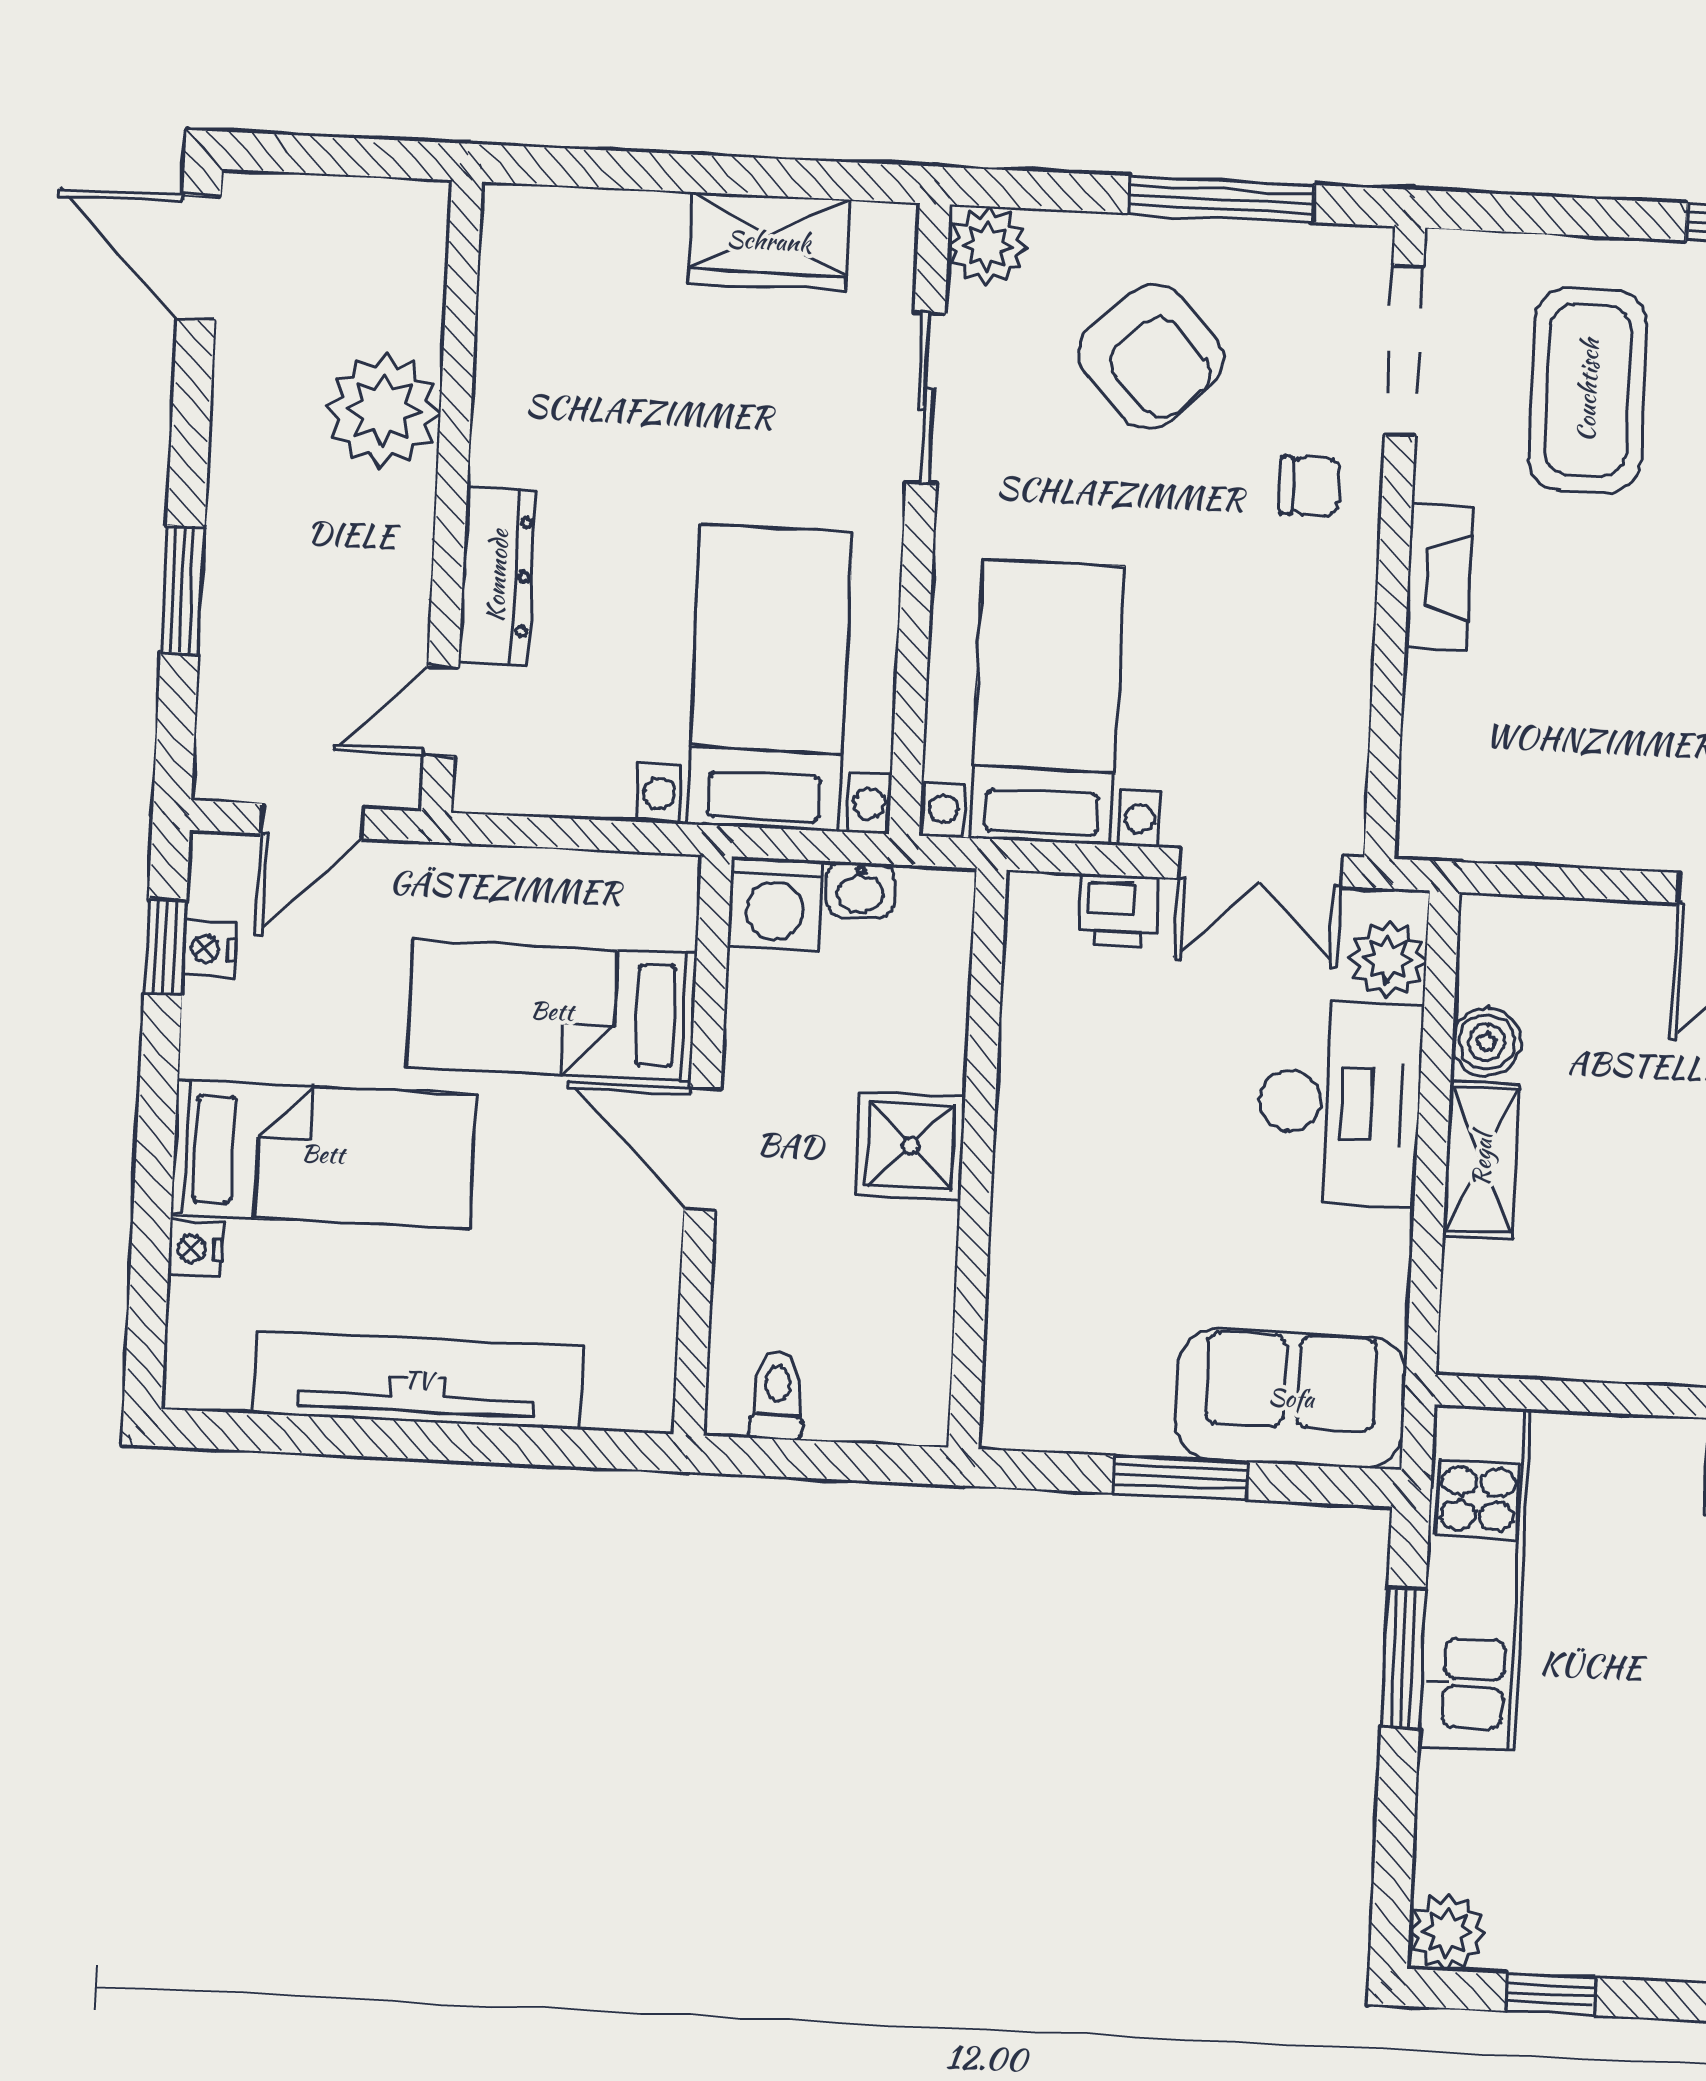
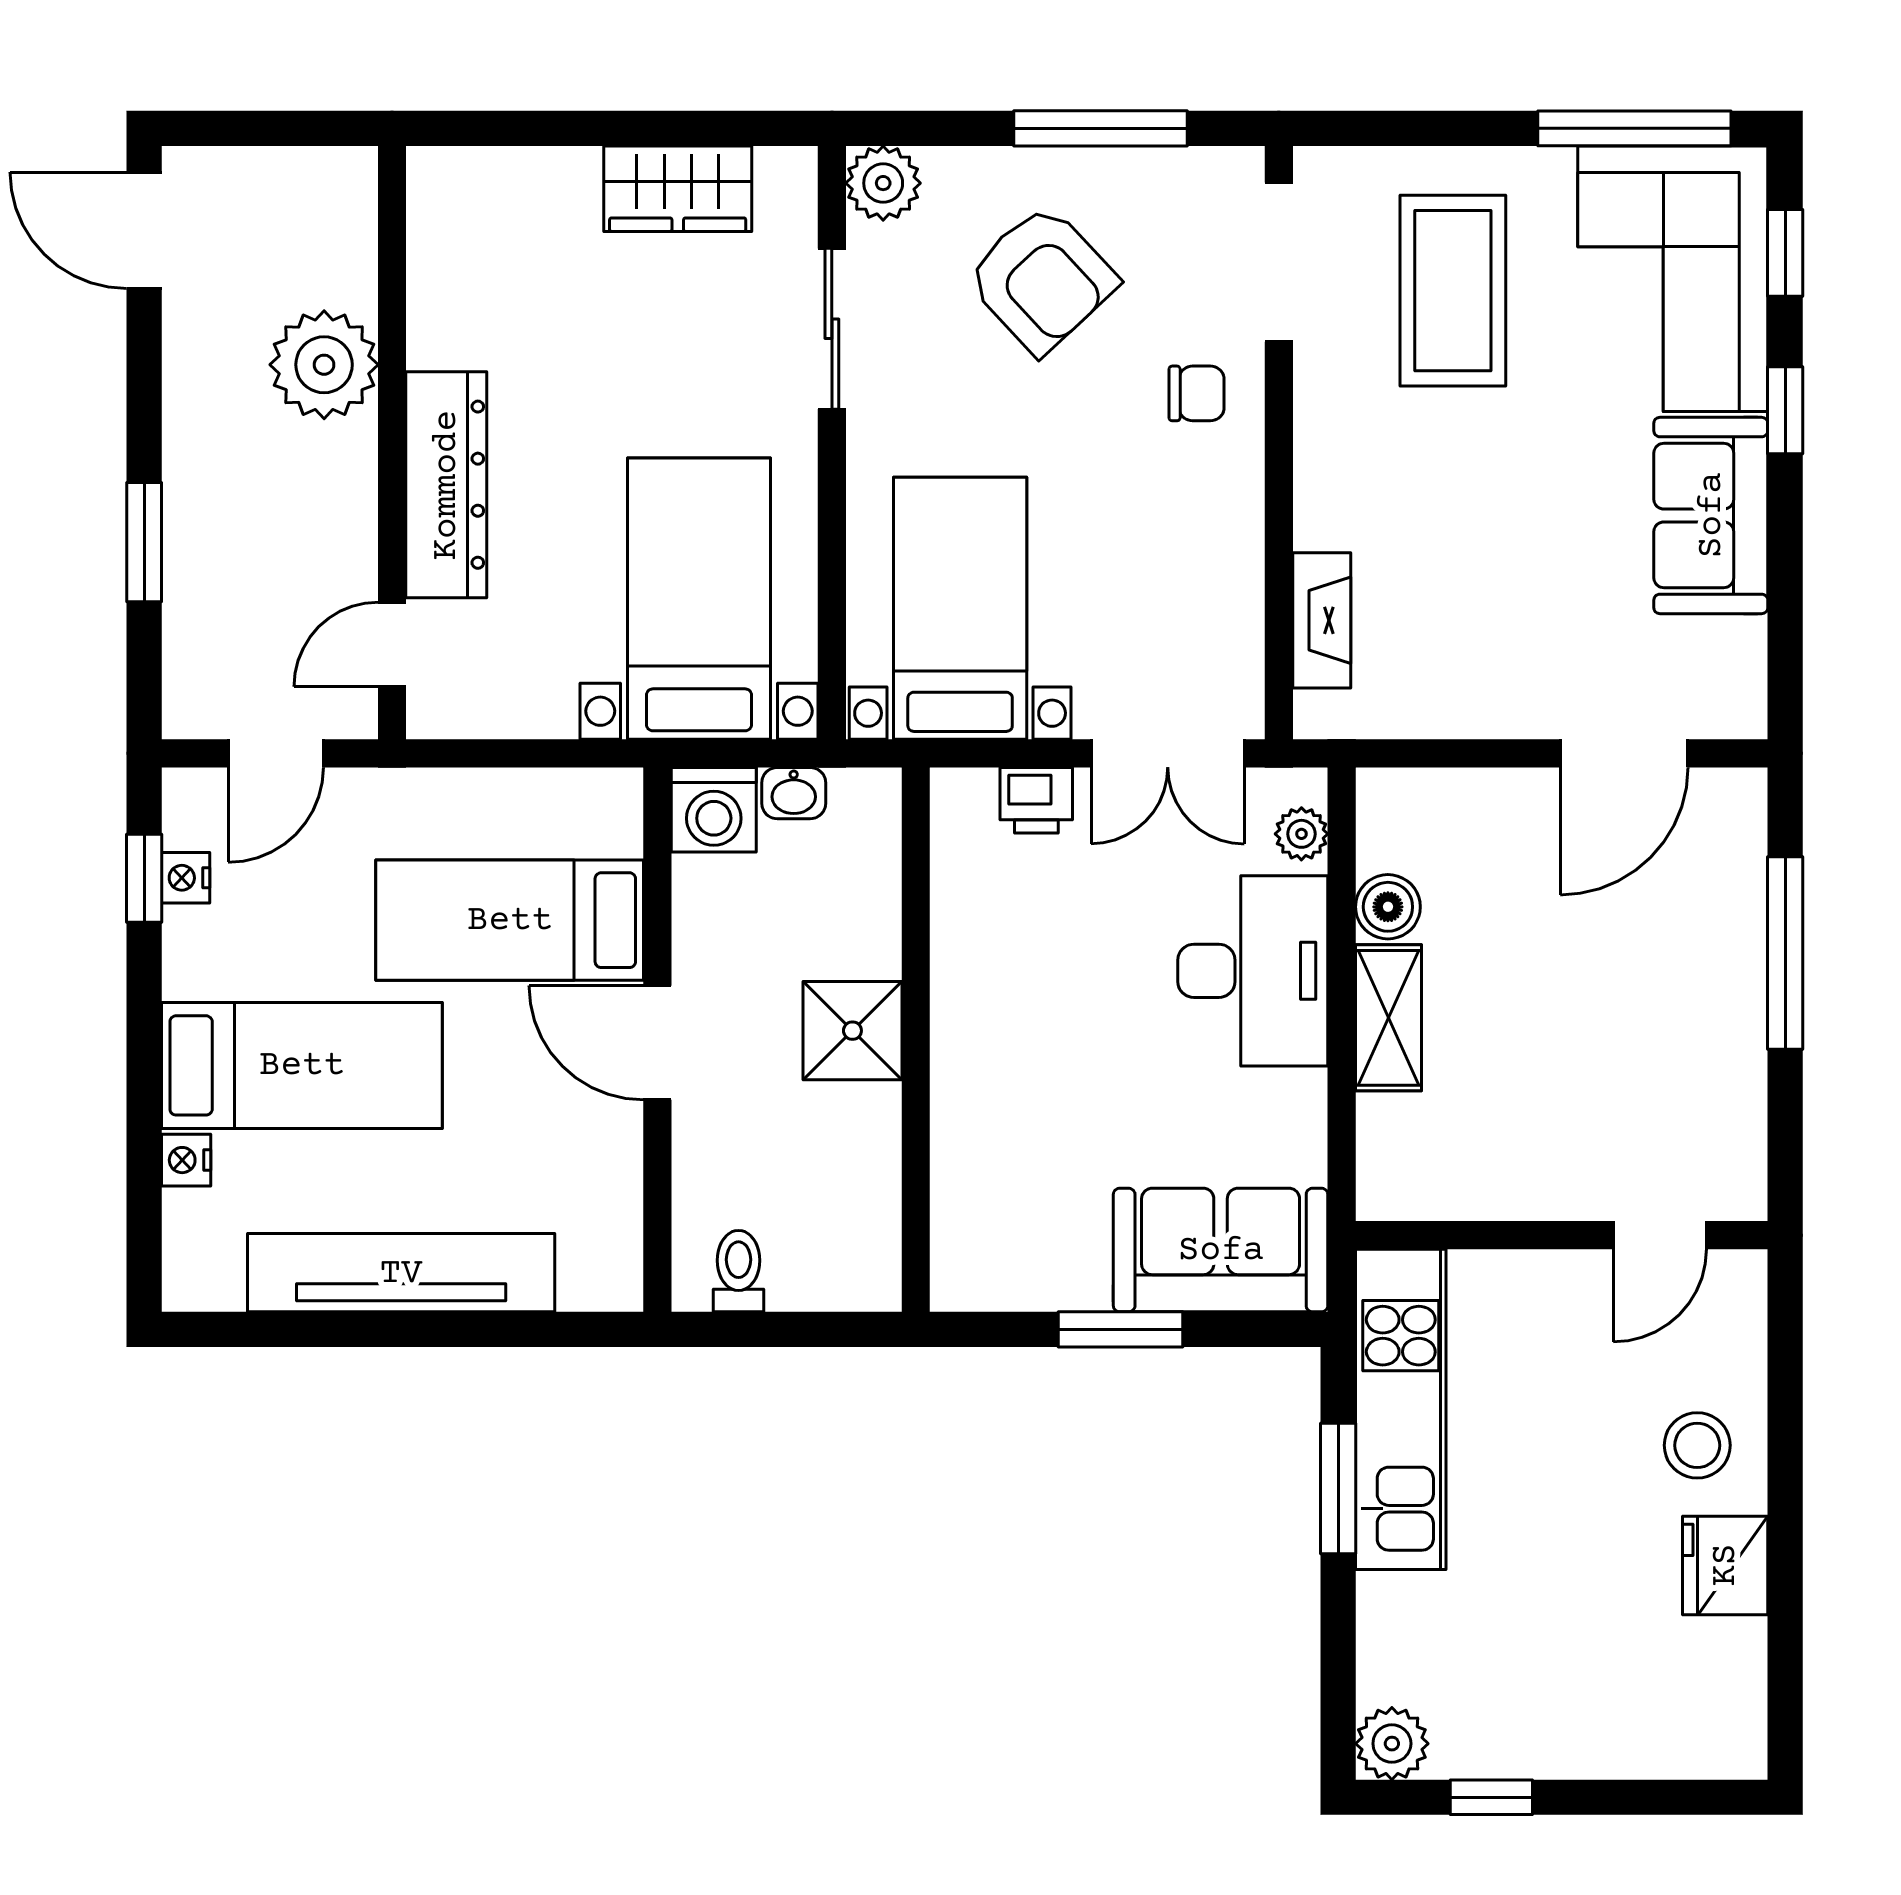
dresser: (497, 576) -> (446, 485), width x1.37, depth x1.24
fireplace: (1439, 577) -> (1322, 620), moved
plant: (1388, 959) -> (1301, 834), width x0.73, depth x0.73

